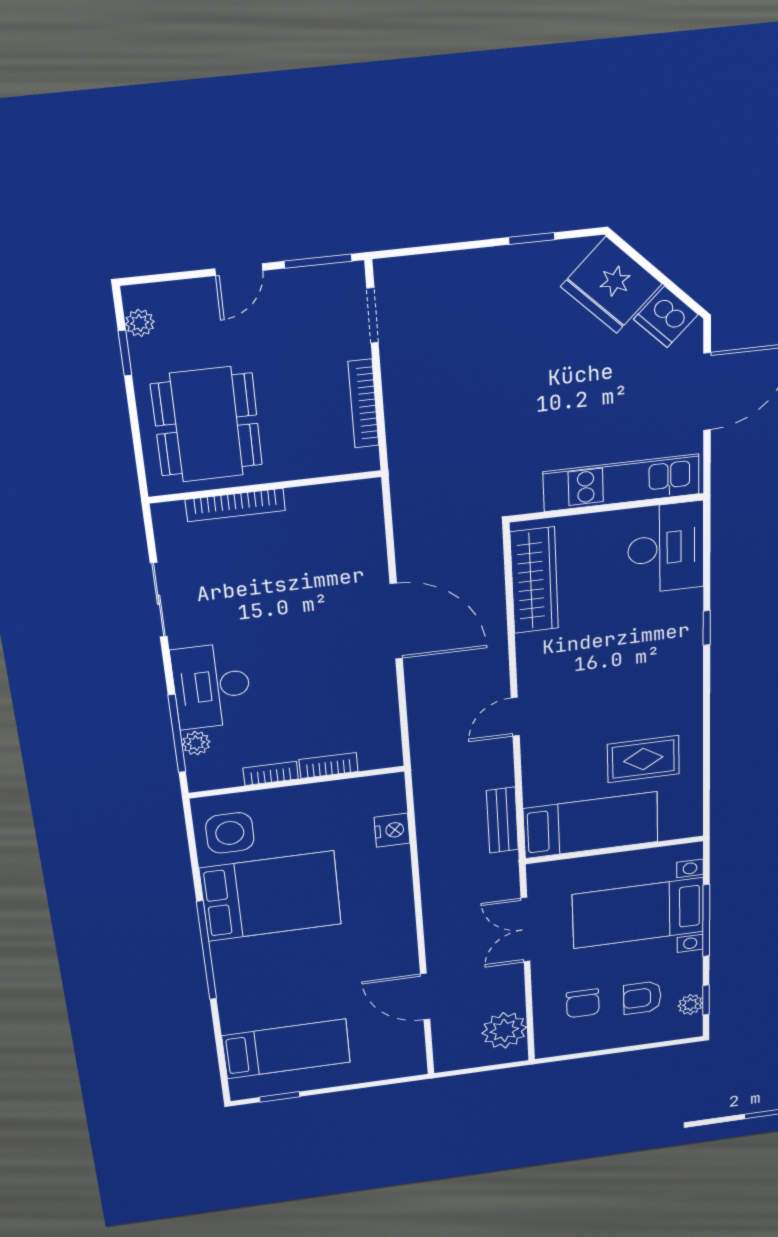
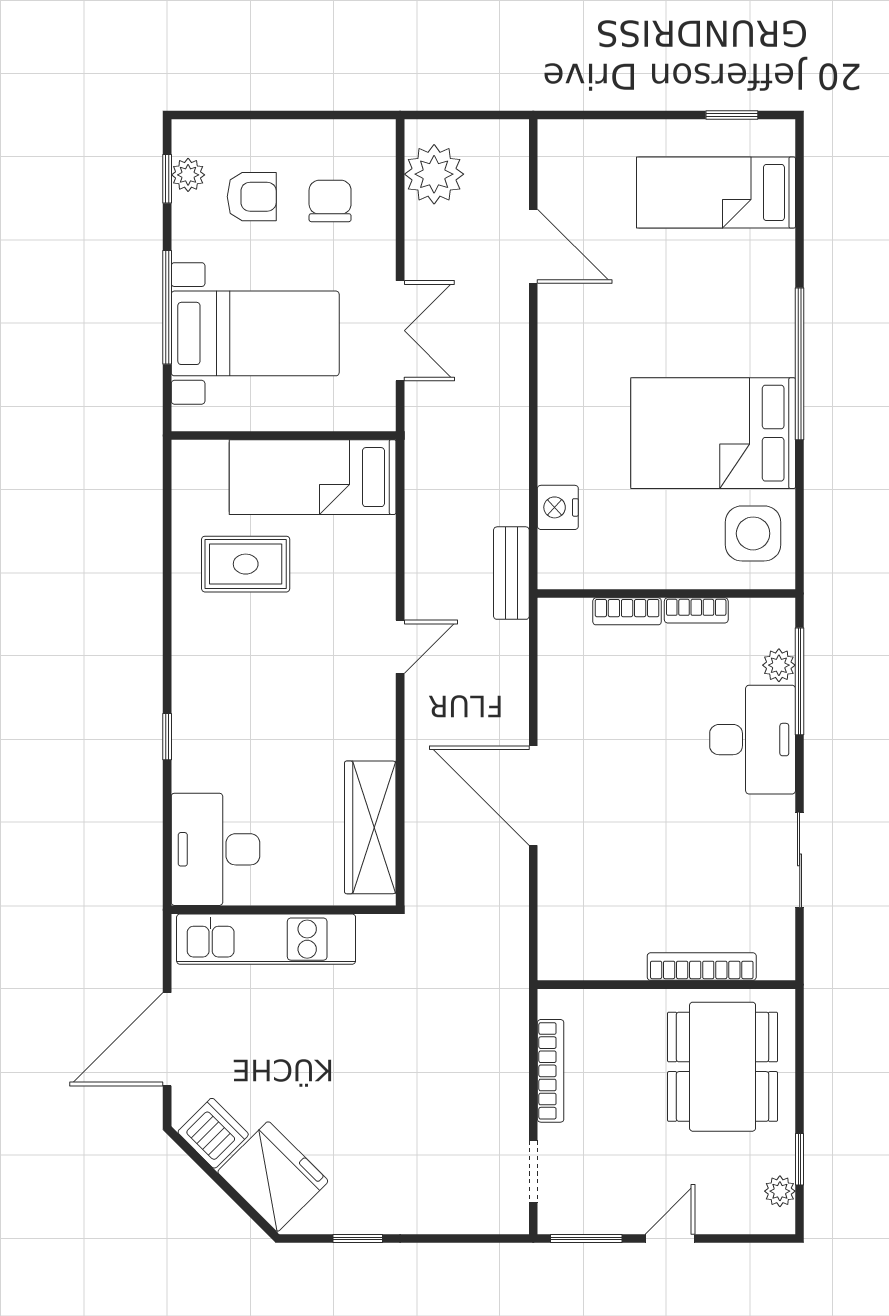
bench: (502, 820) -> (511, 573), moved

